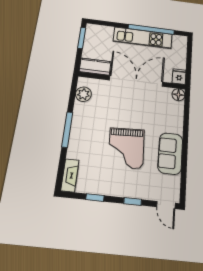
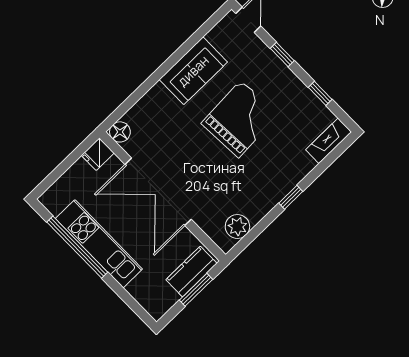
window: (82, 38) -> (196, 290), moved
kitchen counter: (95, 67) -> (191, 271), moved, turned 90
window: (67, 129) -> (291, 197), width x0.46

